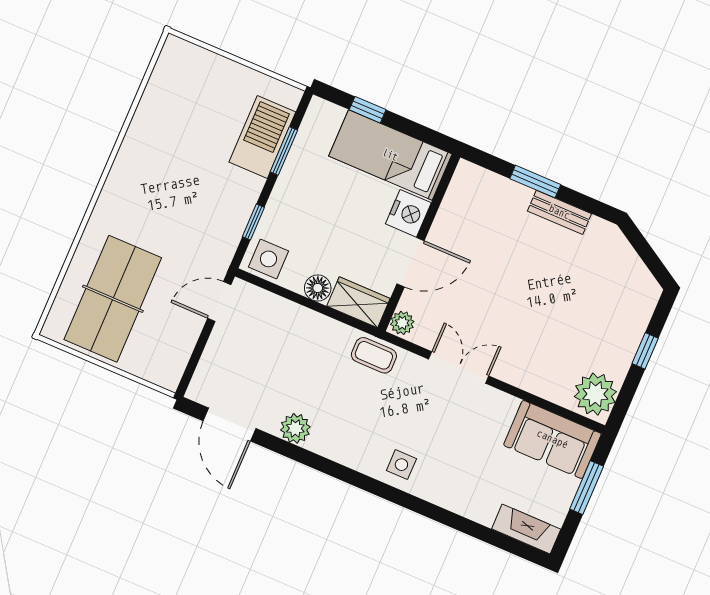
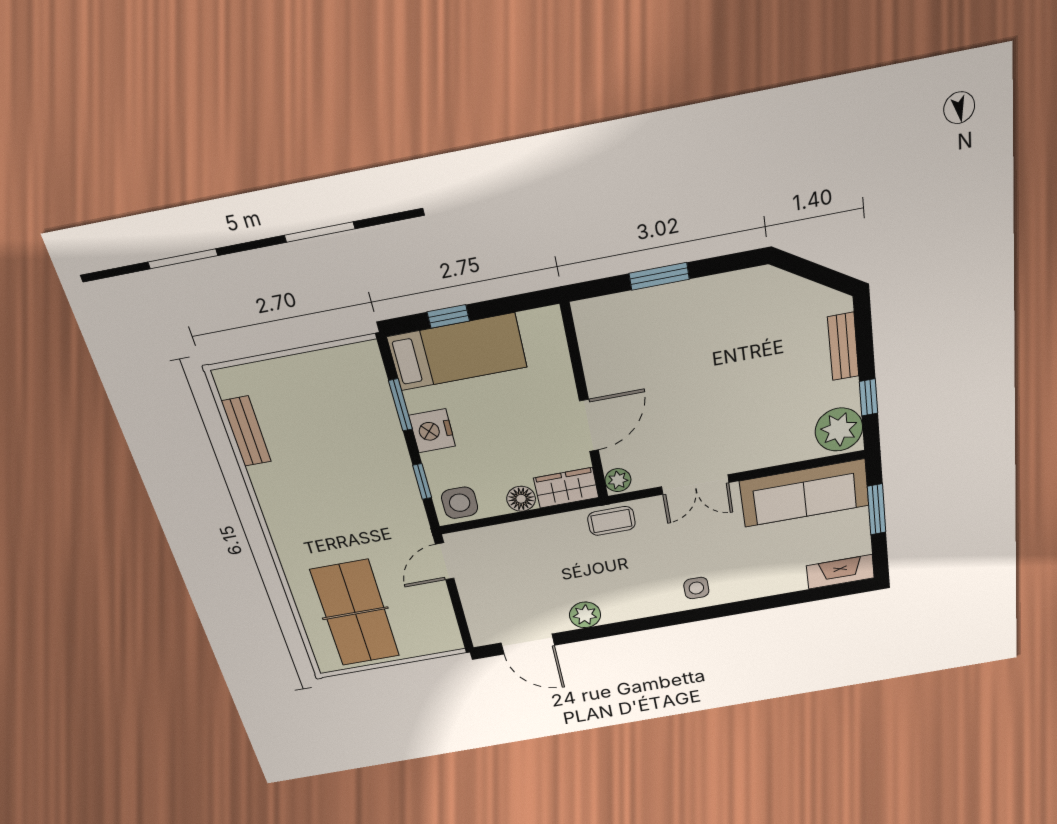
bench: (155, 94) -> (246, 431), added
barbecue: (262, 137) -> (371, 406), removed
bed: (390, 155) -> (457, 352), moved, turned 180
bench: (559, 212) -> (843, 347), moved, turned 90
nightstand: (408, 213) -> (432, 431), moved, turned 180
window: (645, 351) -> (869, 397), moved
double door: (459, 367) -> (695, 485), swing flipped
sofa: (552, 439) -> (804, 493), width x1.36

